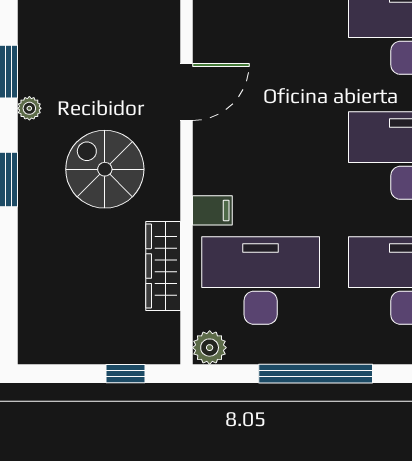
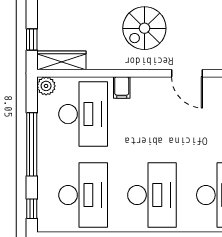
spiral stairs: (105, 169) -> (144, 28), turned 180
wardrobe: (163, 266) -> (61, 60), moved

